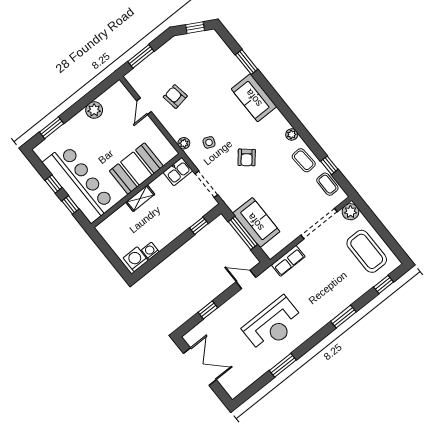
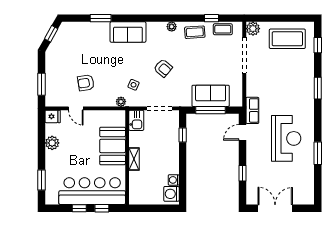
fridge: (119, 91) -> (53, 116), added
row of seats: (288, 261) -> (252, 110), moved

